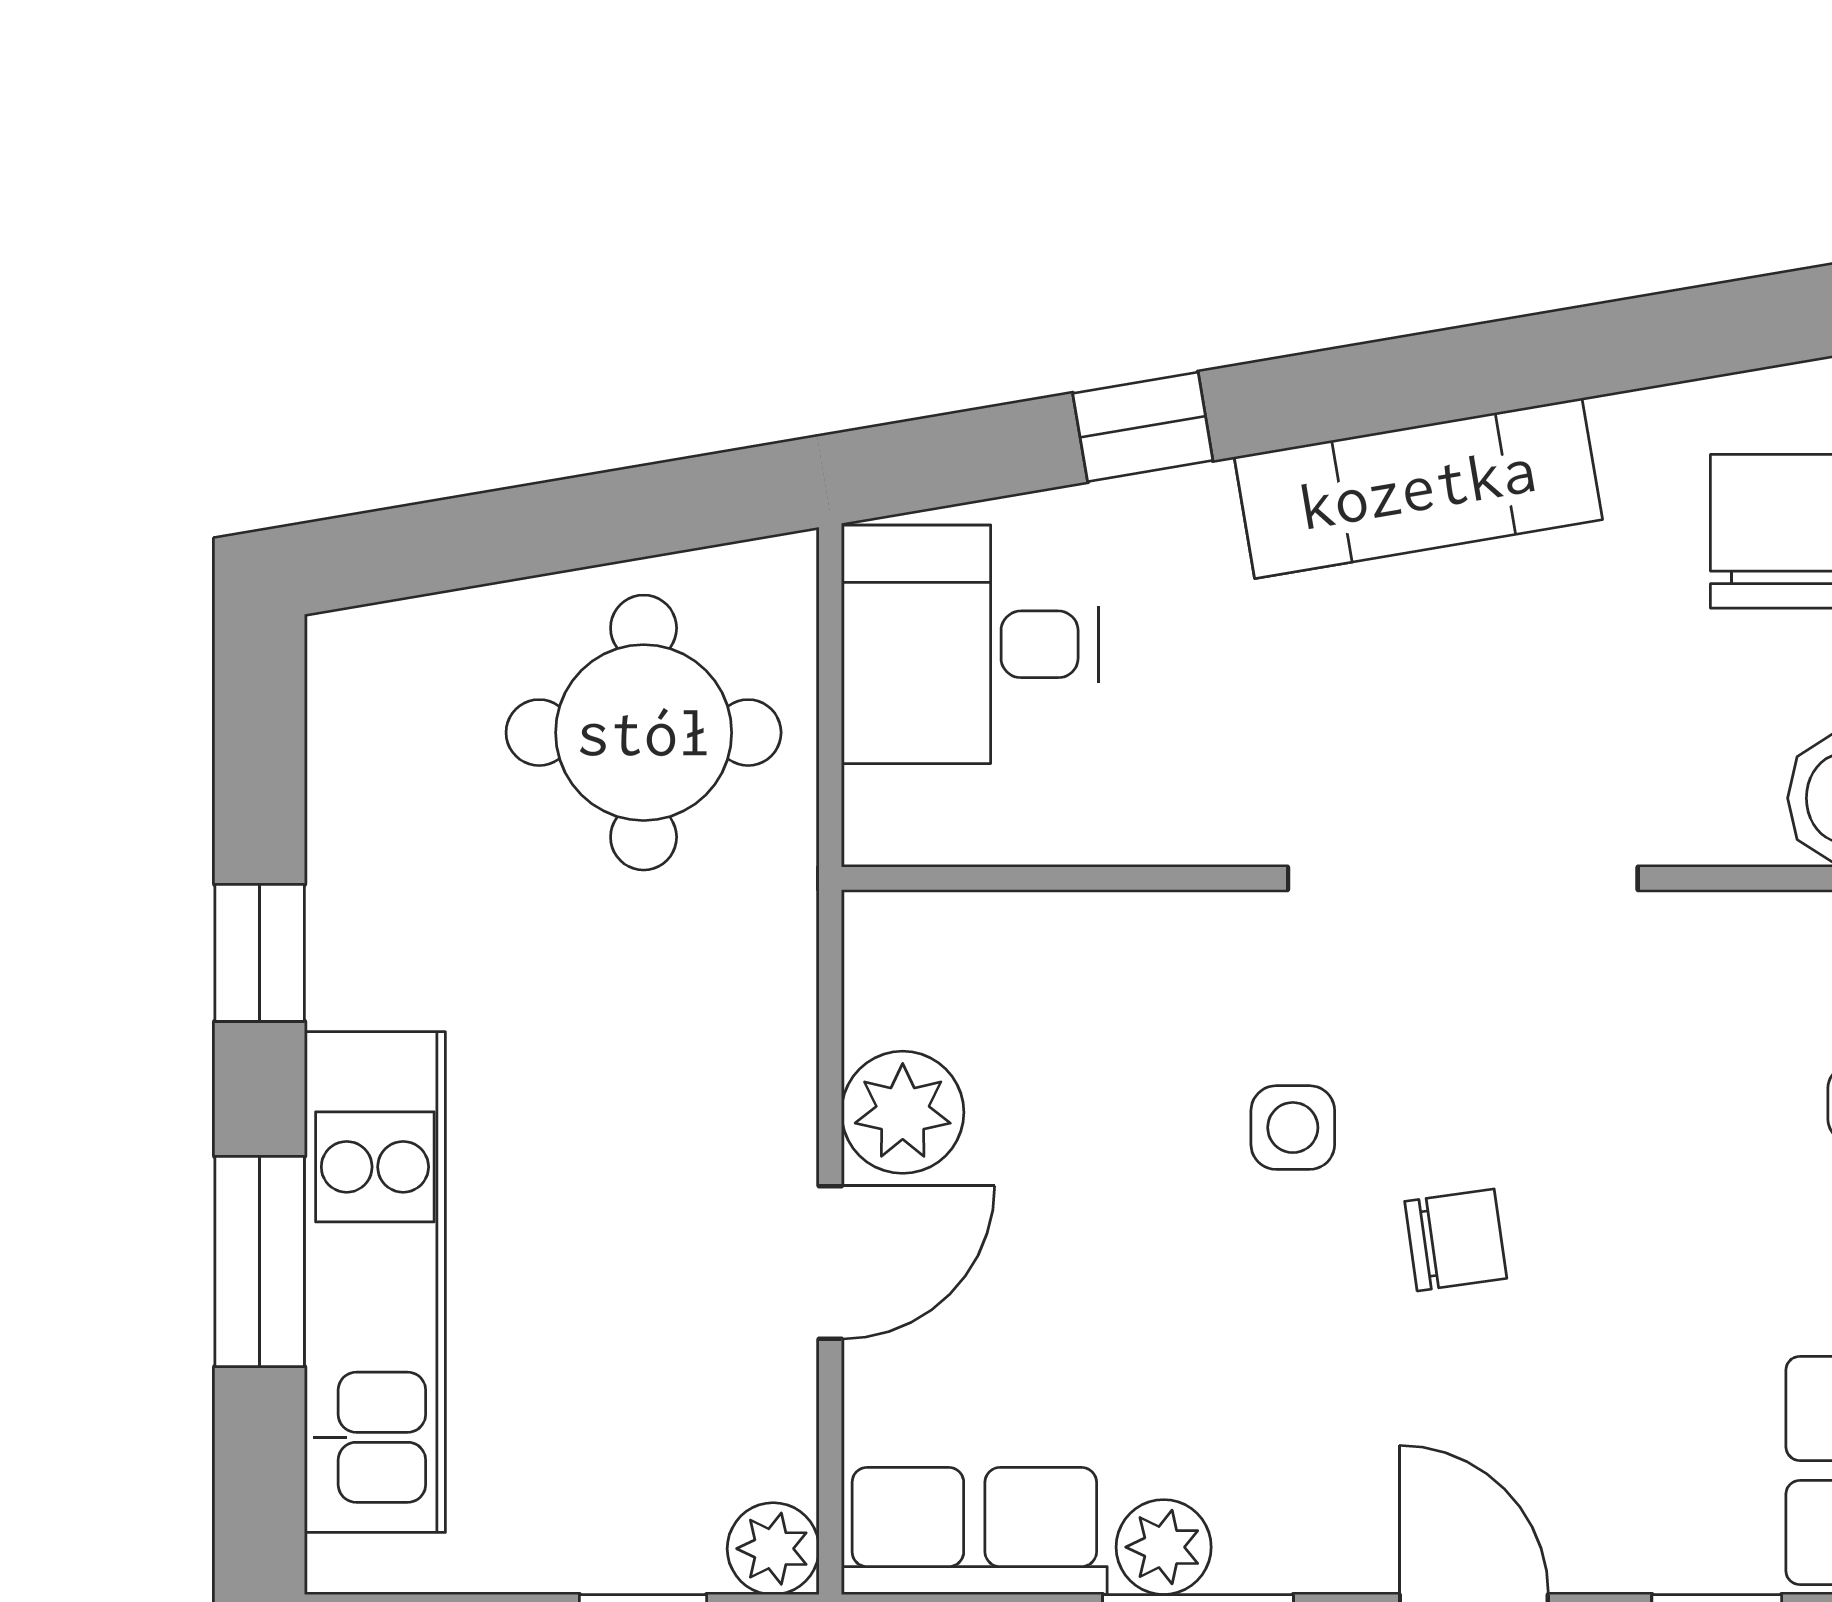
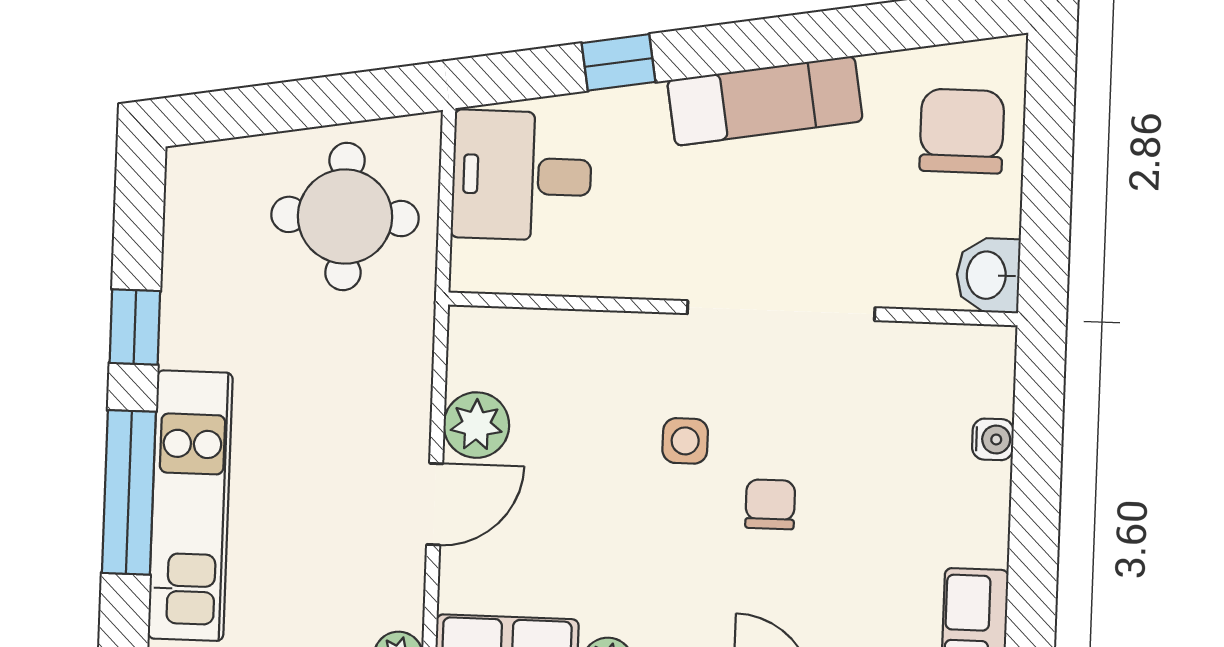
chair: (1456, 1240) -> (770, 504), turned -82
window: (260, 1262) -> (129, 492), width x1.44

